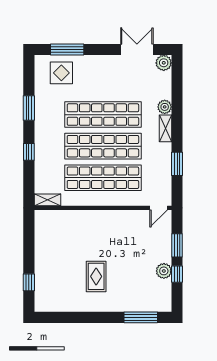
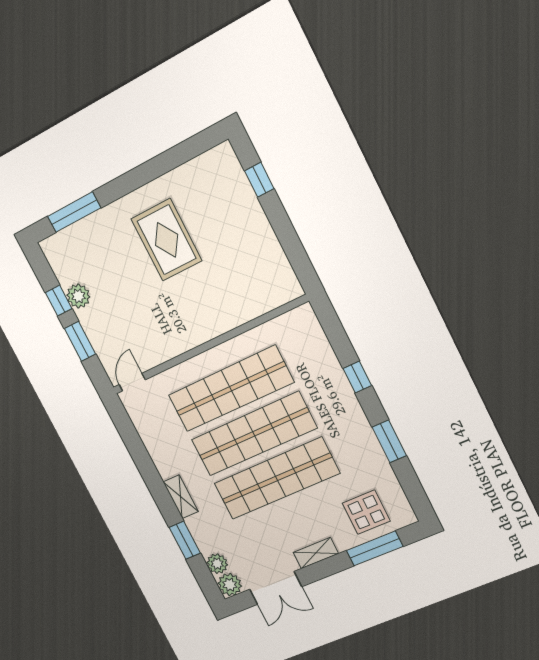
plant: (165, 107) -> (217, 564), moved
window: (177, 164) -> (185, 540), moved
shelving: (47, 200) -> (316, 553), moved
rug: (96, 276) -> (166, 240), width x1.36, depth x1.43

